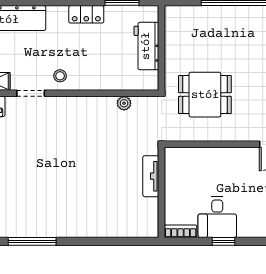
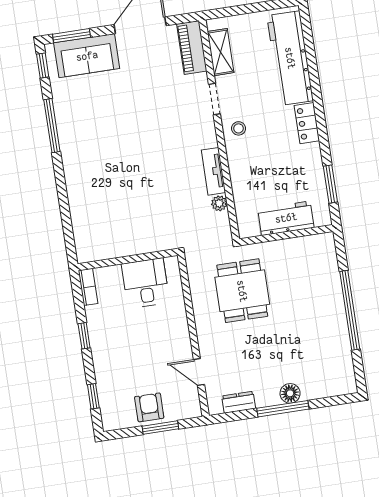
locker: (86, 14) -> (307, 123), moved
tv unit: (151, 176) -> (213, 171), moved, turned -90
desk: (217, 217) -> (145, 283), moved, turned 90

